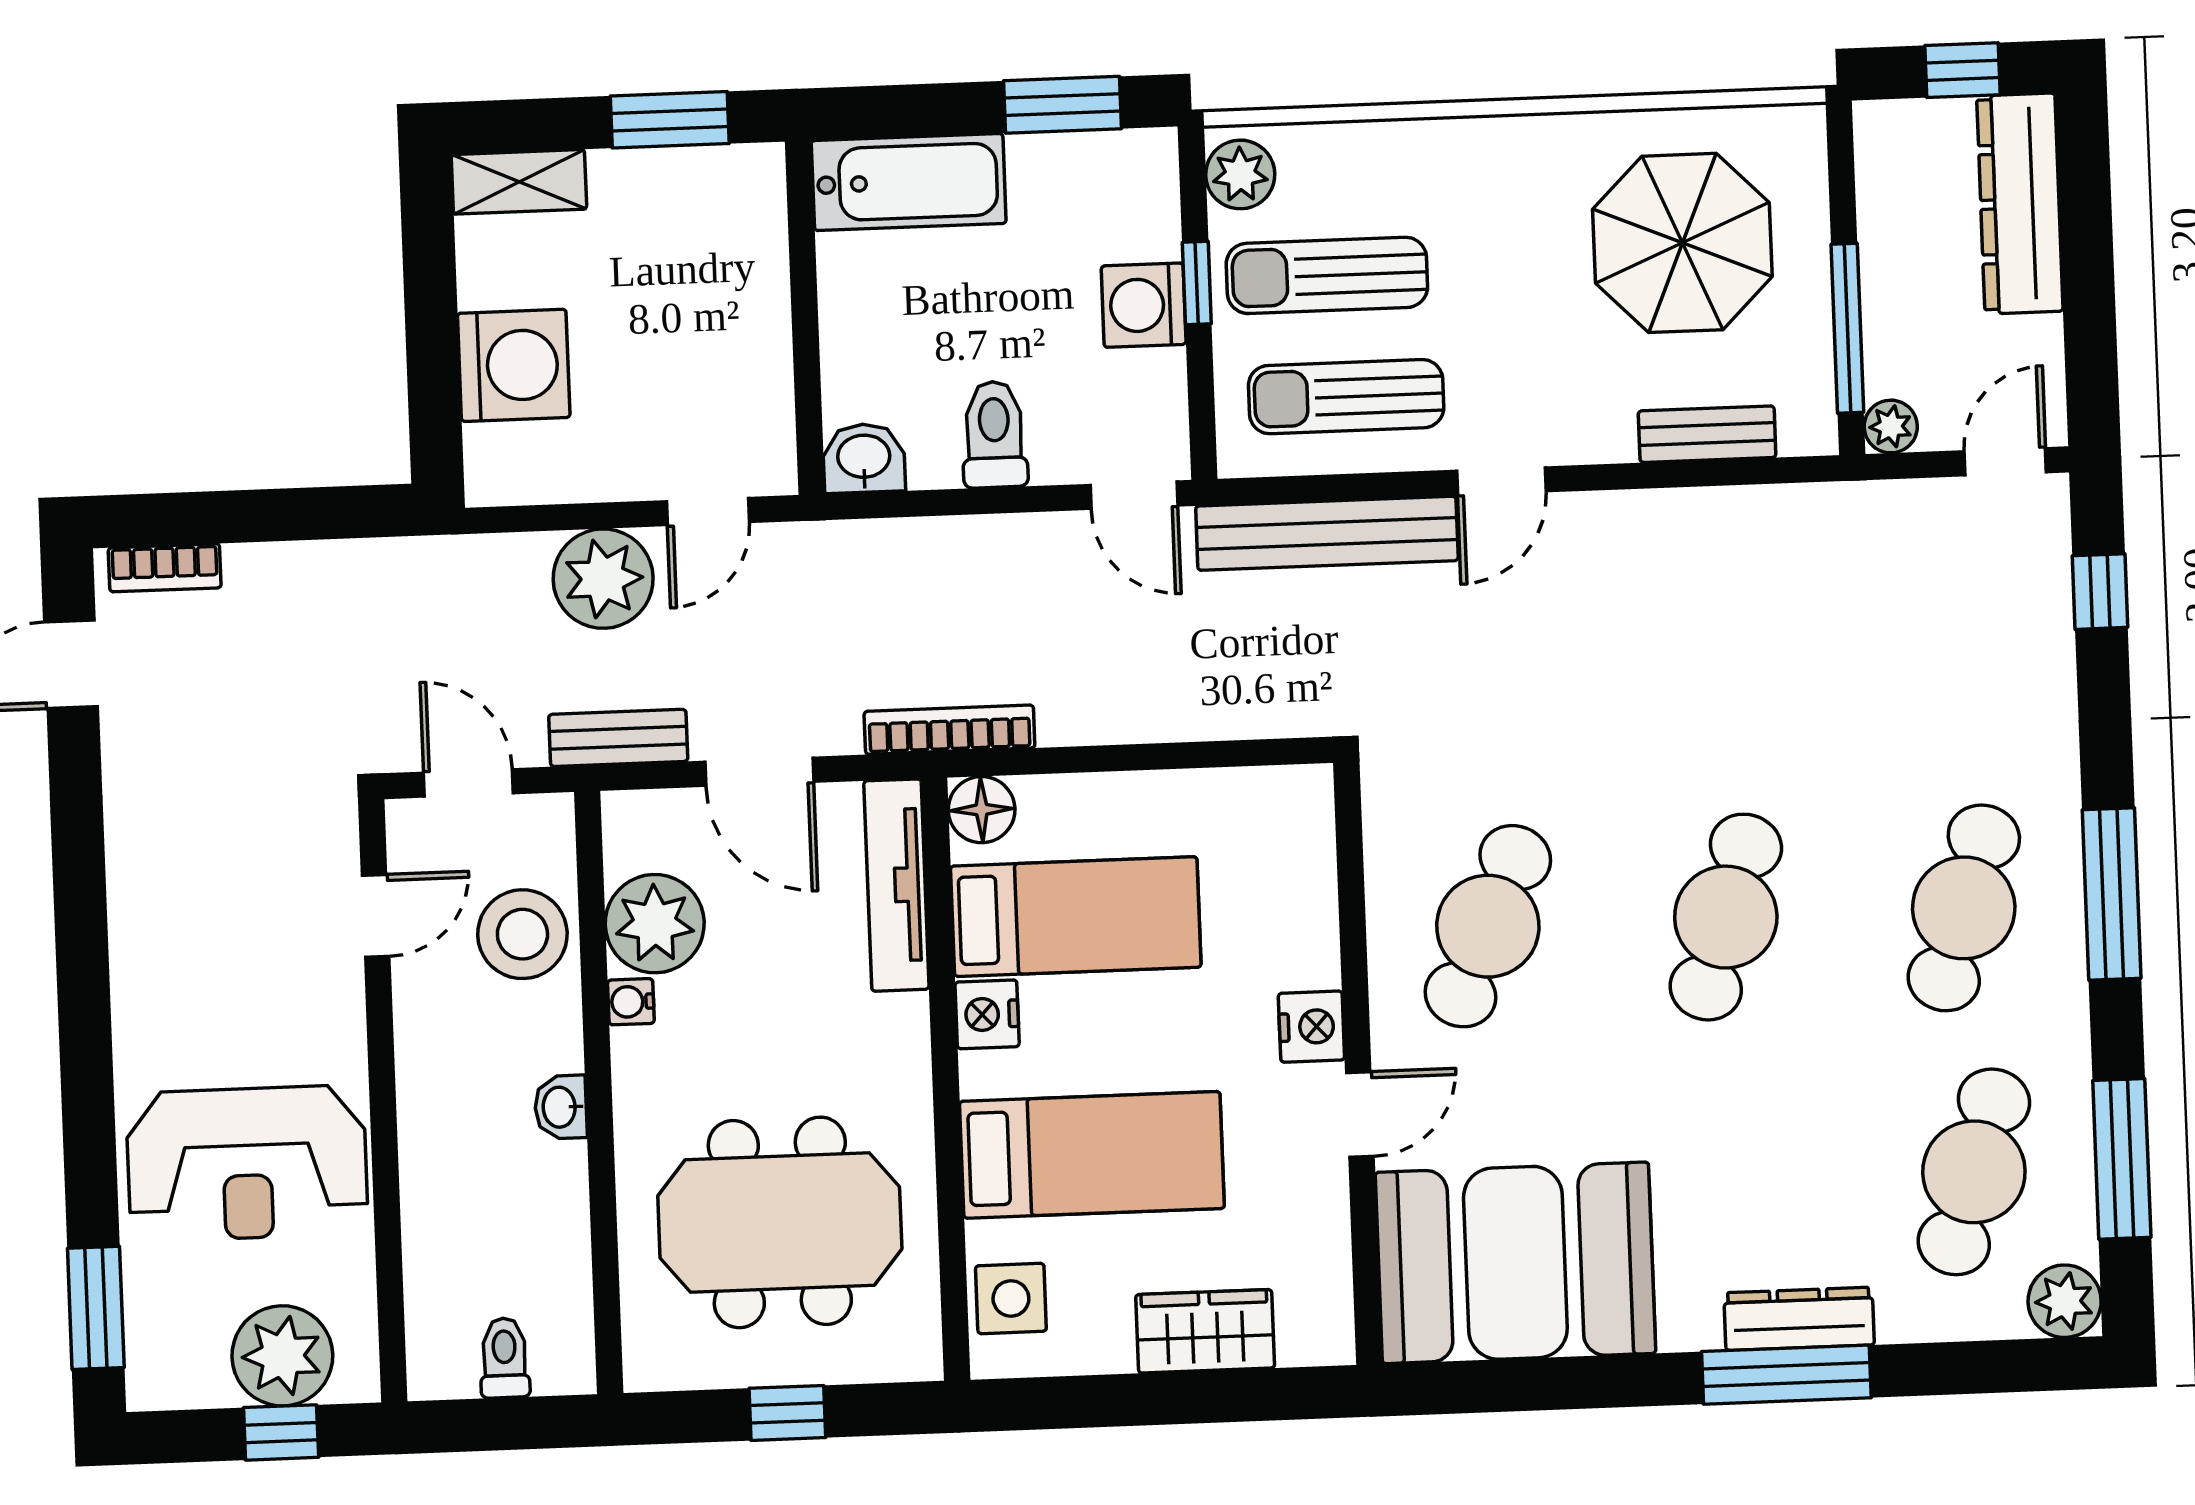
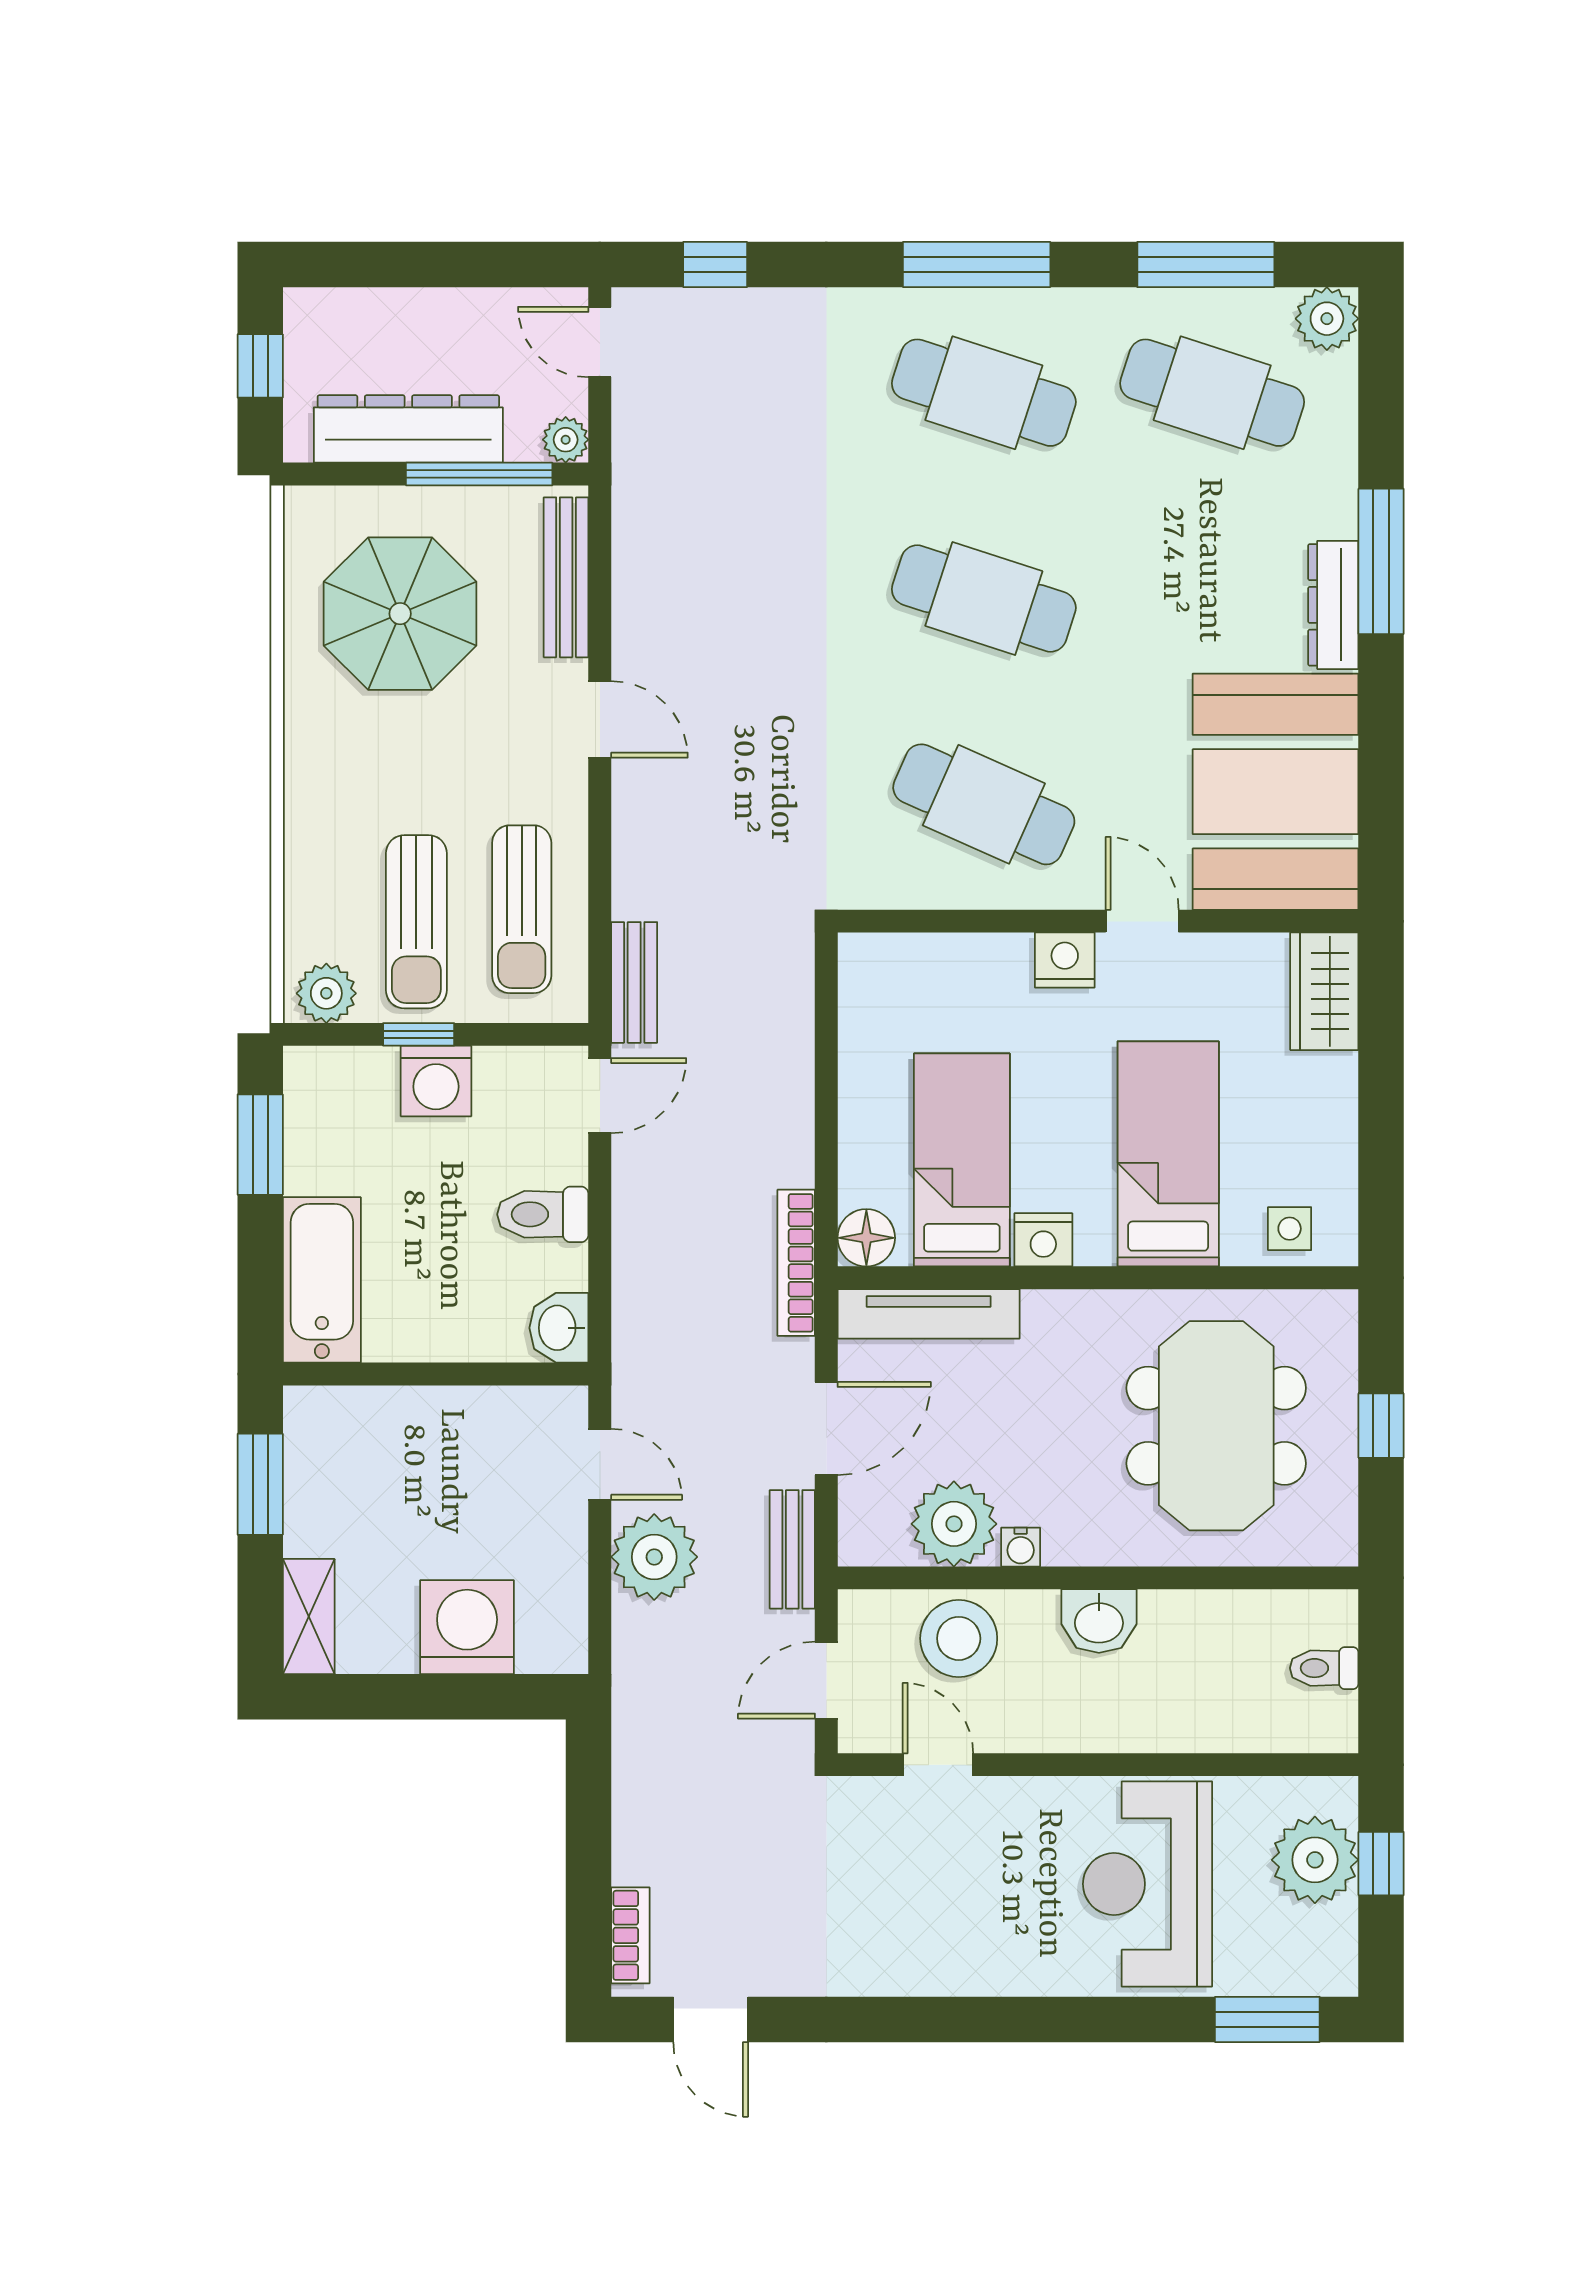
dresser: (2020, 204) -> (408, 429), moved, turned 180
bench: (1707, 434) -> (566, 577), width x1.36
door: (1501, 481) -> (600, 719), moved
bench: (1327, 533) -> (634, 982), width x0.54, depth x0.82
washbasin: (561, 1107) -> (1099, 1621), width x1.38, depth x1.45
reception desk: (247, 1163) -> (1148, 1884), turned 180
side table: (1011, 1298) -> (1290, 1229), width x0.73, depth x0.73
dresser: (1799, 1319) -> (1333, 605), moved
wardrobe: (1205, 1331) -> (1324, 991), moved

